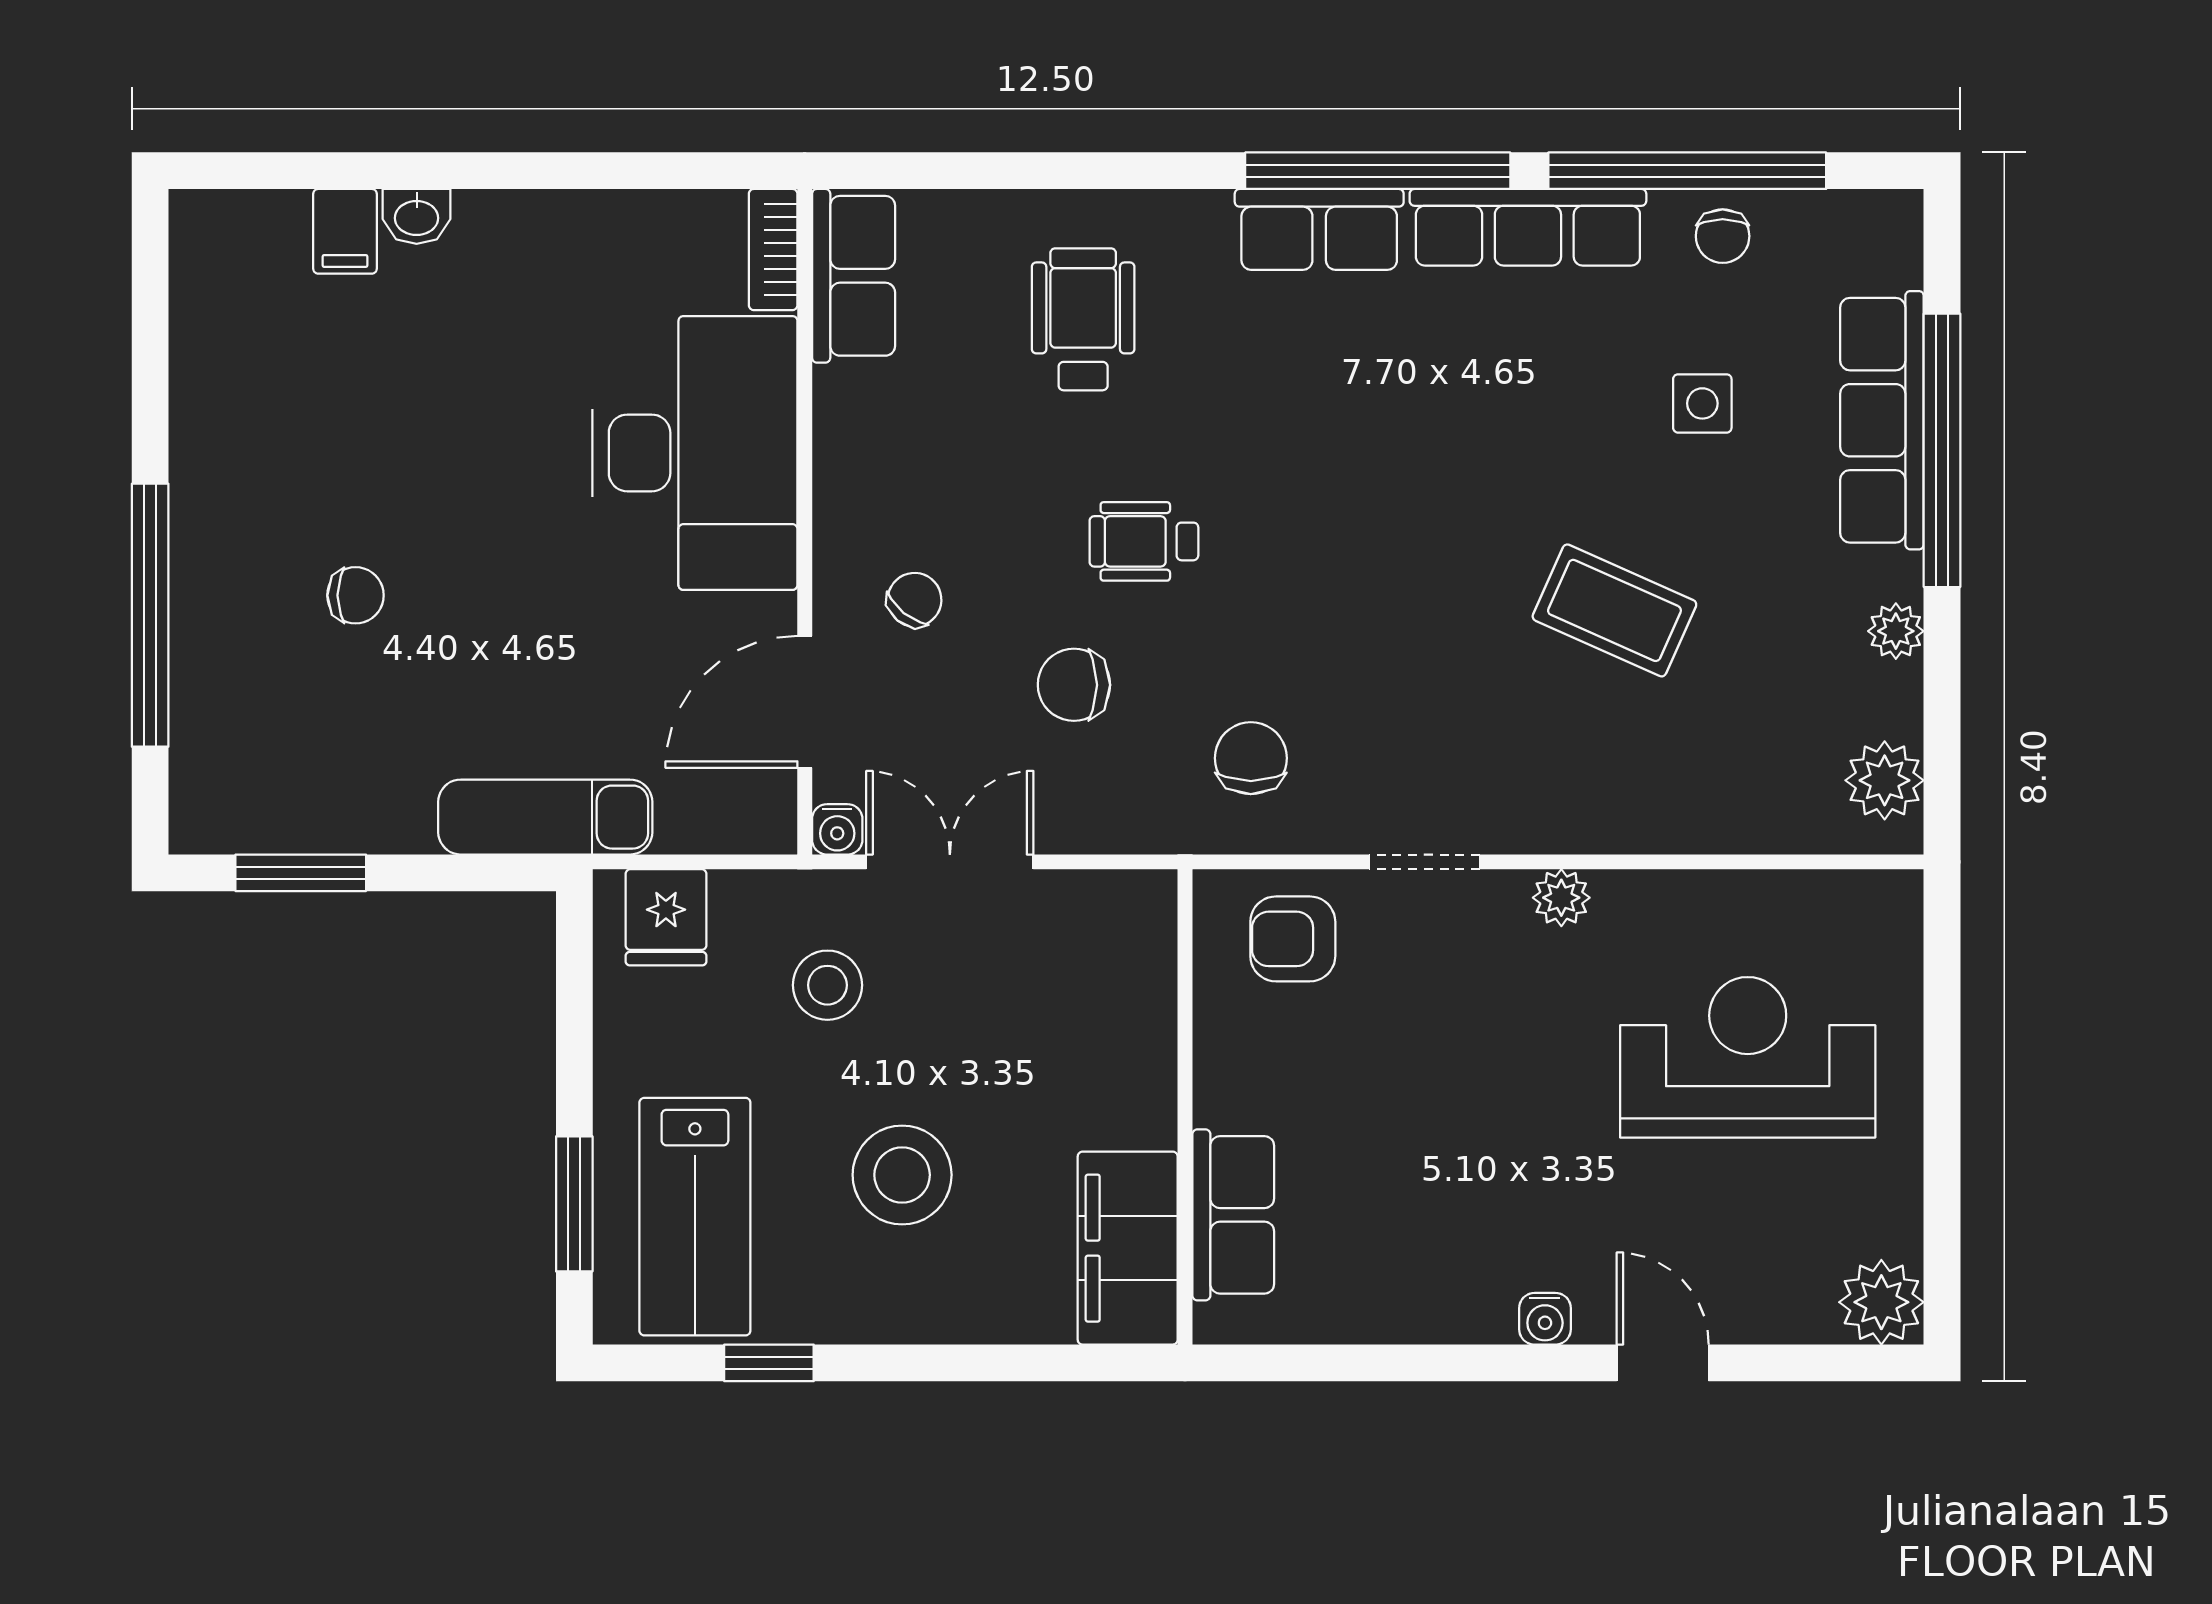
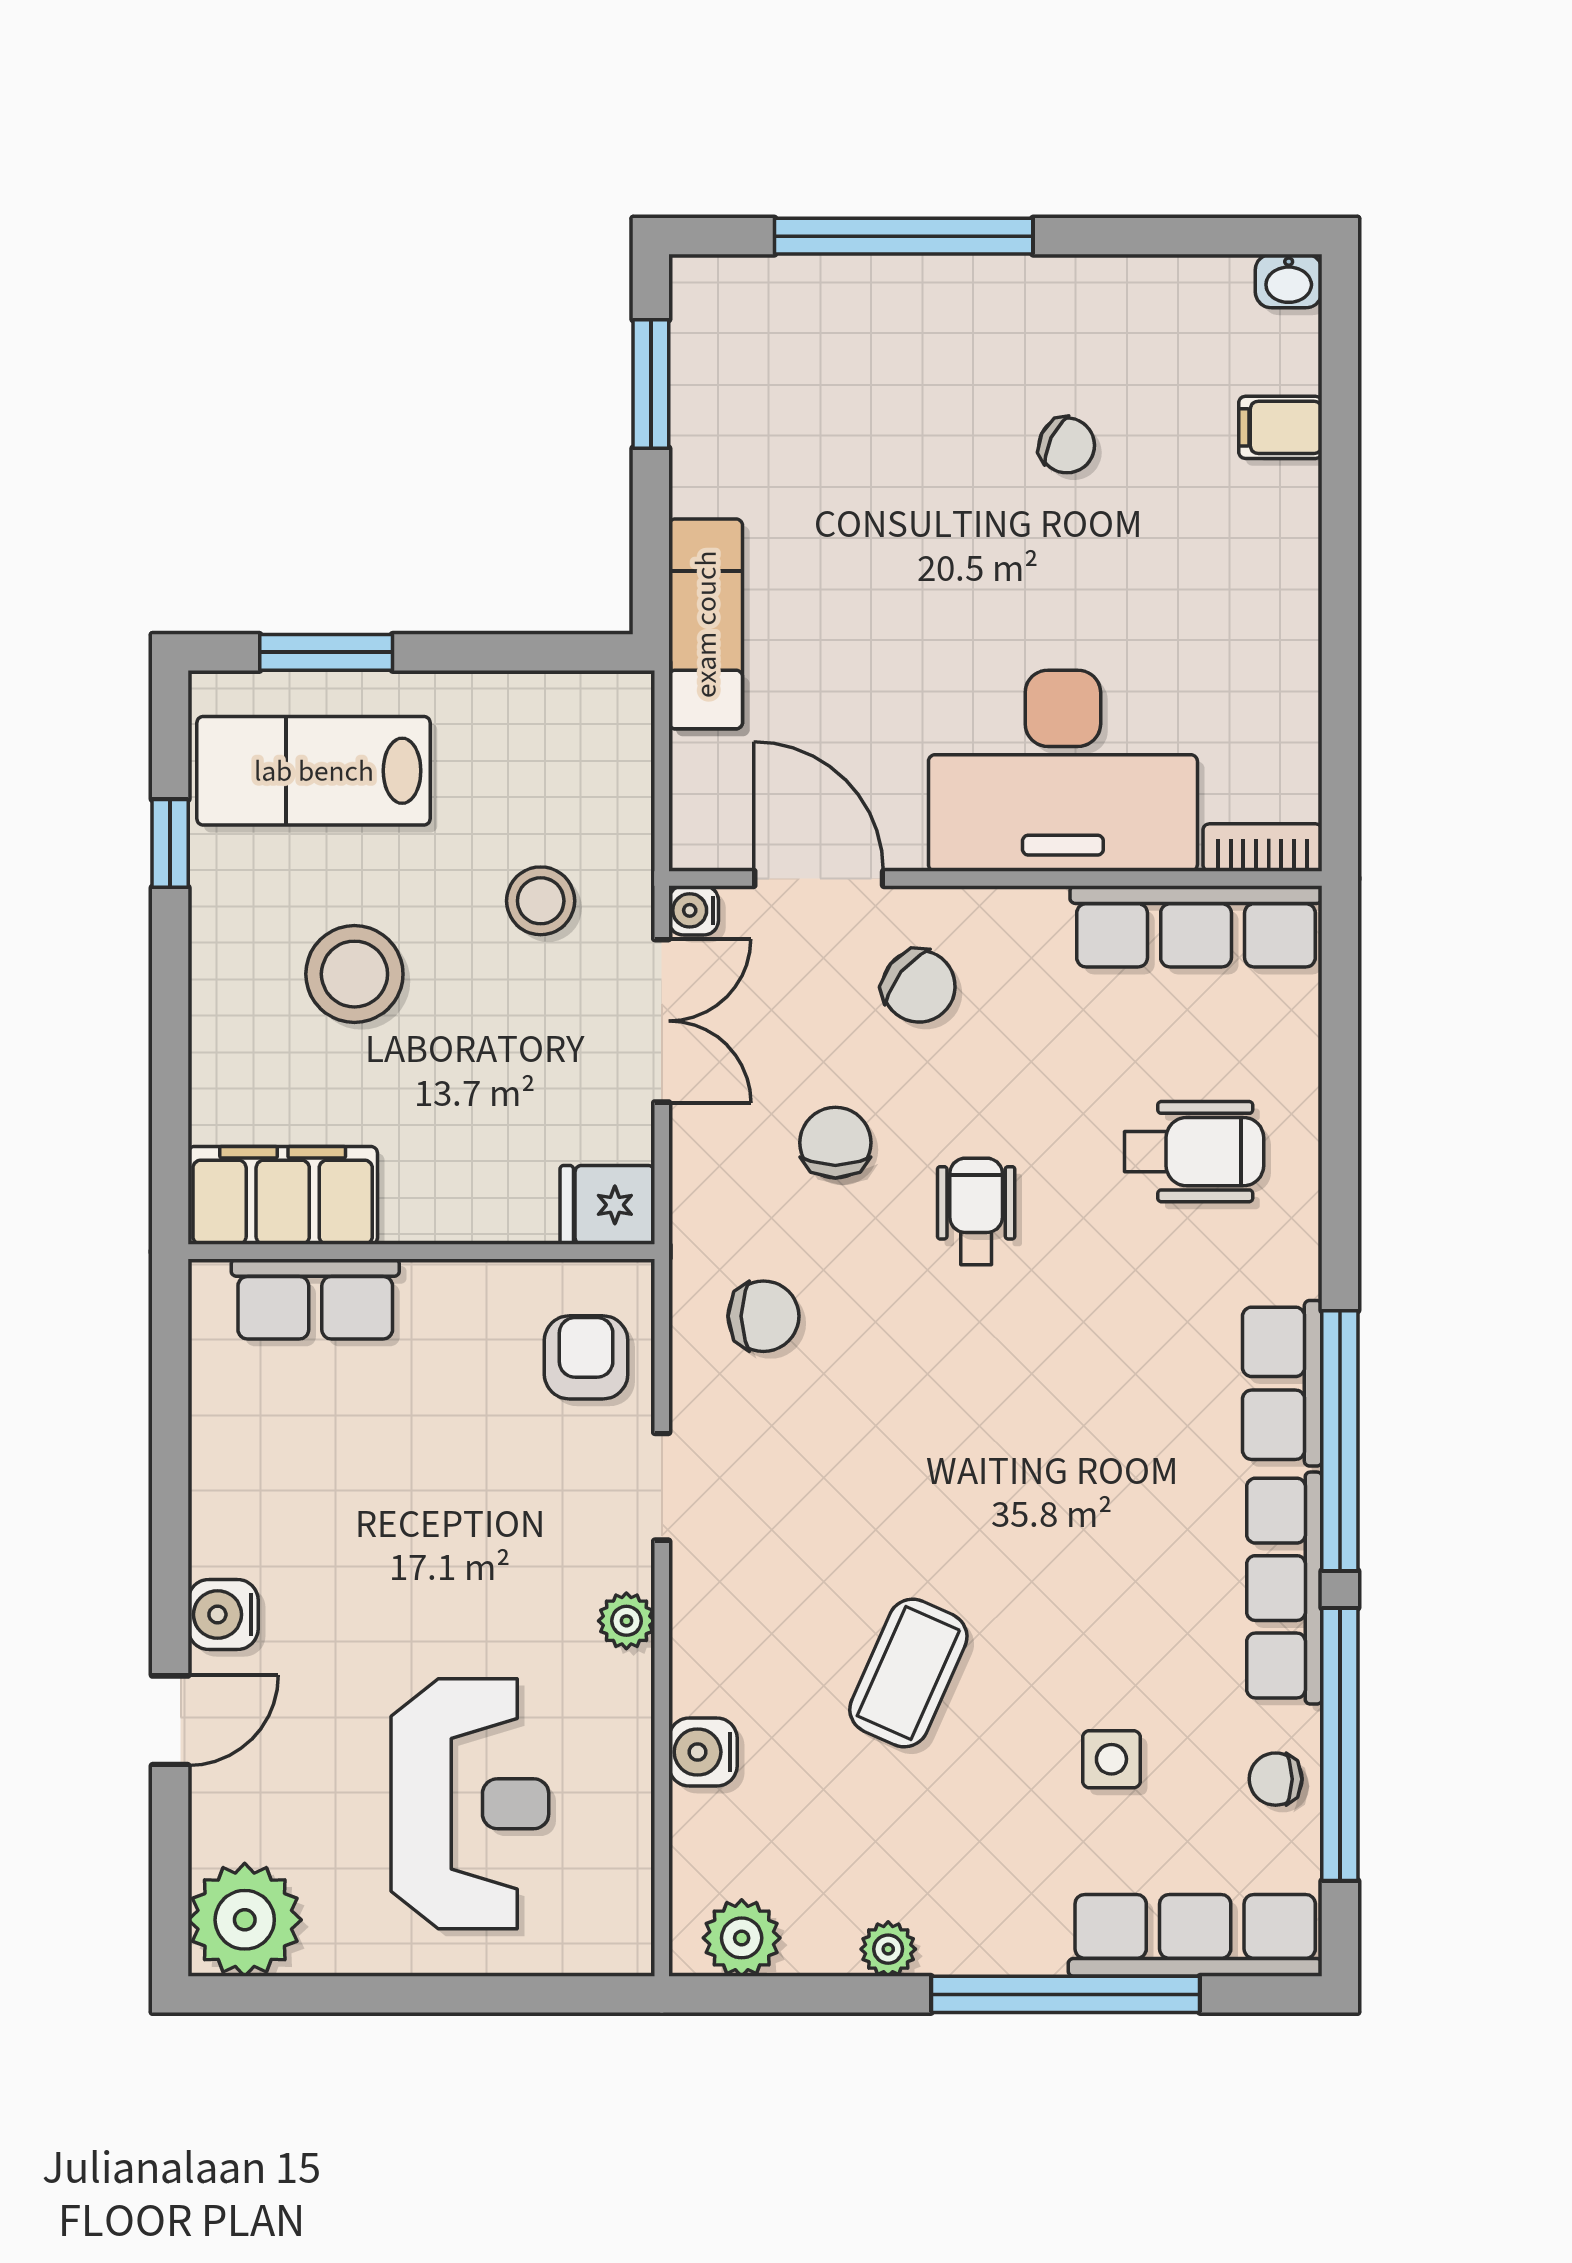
washbasin: (417, 216) -> (1289, 281), moved, turned -90
row of seats: (854, 276) -> (1196, 926), width x1.48
row of seats: (1882, 420) -> (1195, 1935), moved
chair: (356, 595) -> (1067, 445), moved, turned -64
chair: (915, 600) -> (919, 986), width x1.37, depth x1.37
water cooler: (1695, 820) -> (703, 1752), added
fridge: (666, 917) -> (607, 1205), moved
plant: (1881, 1302) -> (245, 1920), width x1.36, depth x1.36
water cooler: (1545, 1319) -> (223, 1615), width x1.38, depth x1.38

